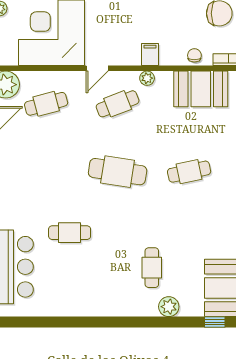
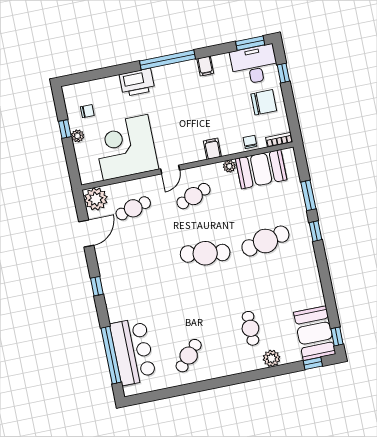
plant: (147, 78) -> (229, 166), moved
cafe table: (189, 172) -> (265, 241), width x1.37, depth x1.35
cafe table: (70, 233) -> (189, 356), moved, turned -47

